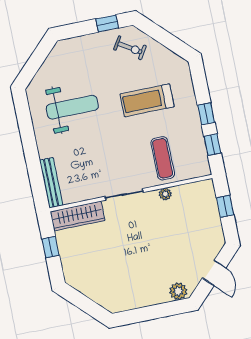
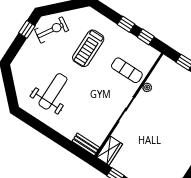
exercise bike: (130, 48) -> (52, 30), width x1.38, depth x1.39
bench: (51, 183) -> (86, 144), width x0.73
wardrobe: (77, 216) -> (110, 151), width x0.67

